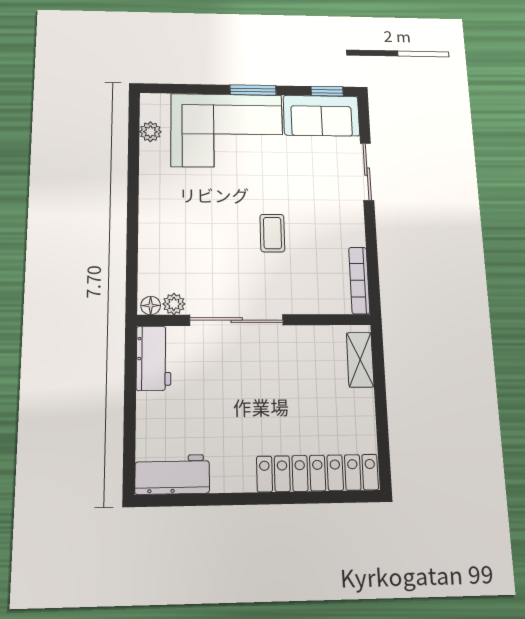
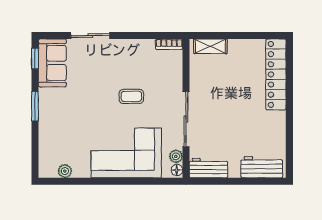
corner sofa: (227, 130) -> (126, 153), moved, turned -90
bookcase: (359, 280) -> (169, 44), width x0.64
workbench: (172, 474) -> (262, 167), moved, turned 90

